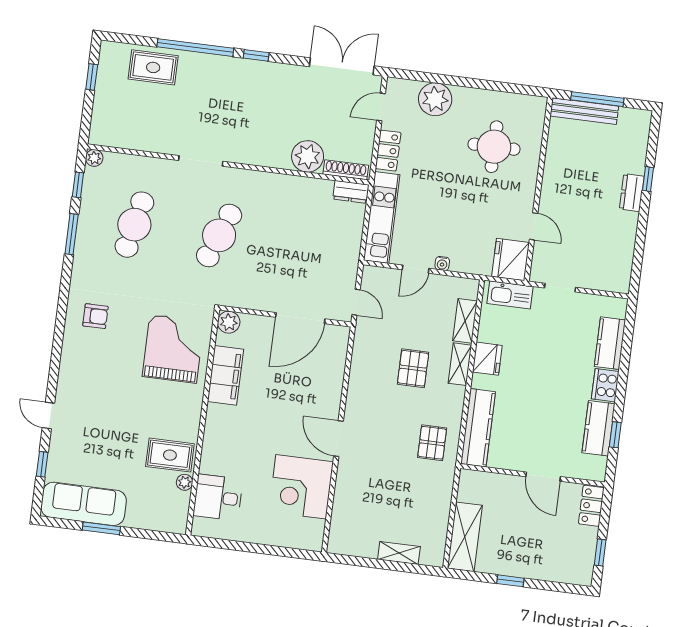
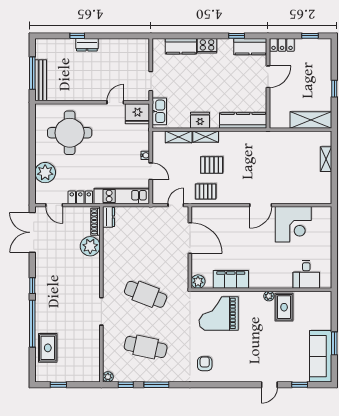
round table: (494, 147) -> (70, 133), width x1.36, depth x1.36
kitchen counter: (598, 428) -> (250, 47), moved
pallet: (432, 443) -> (206, 191), moved
plant: (185, 482) -> (269, 296), moved

